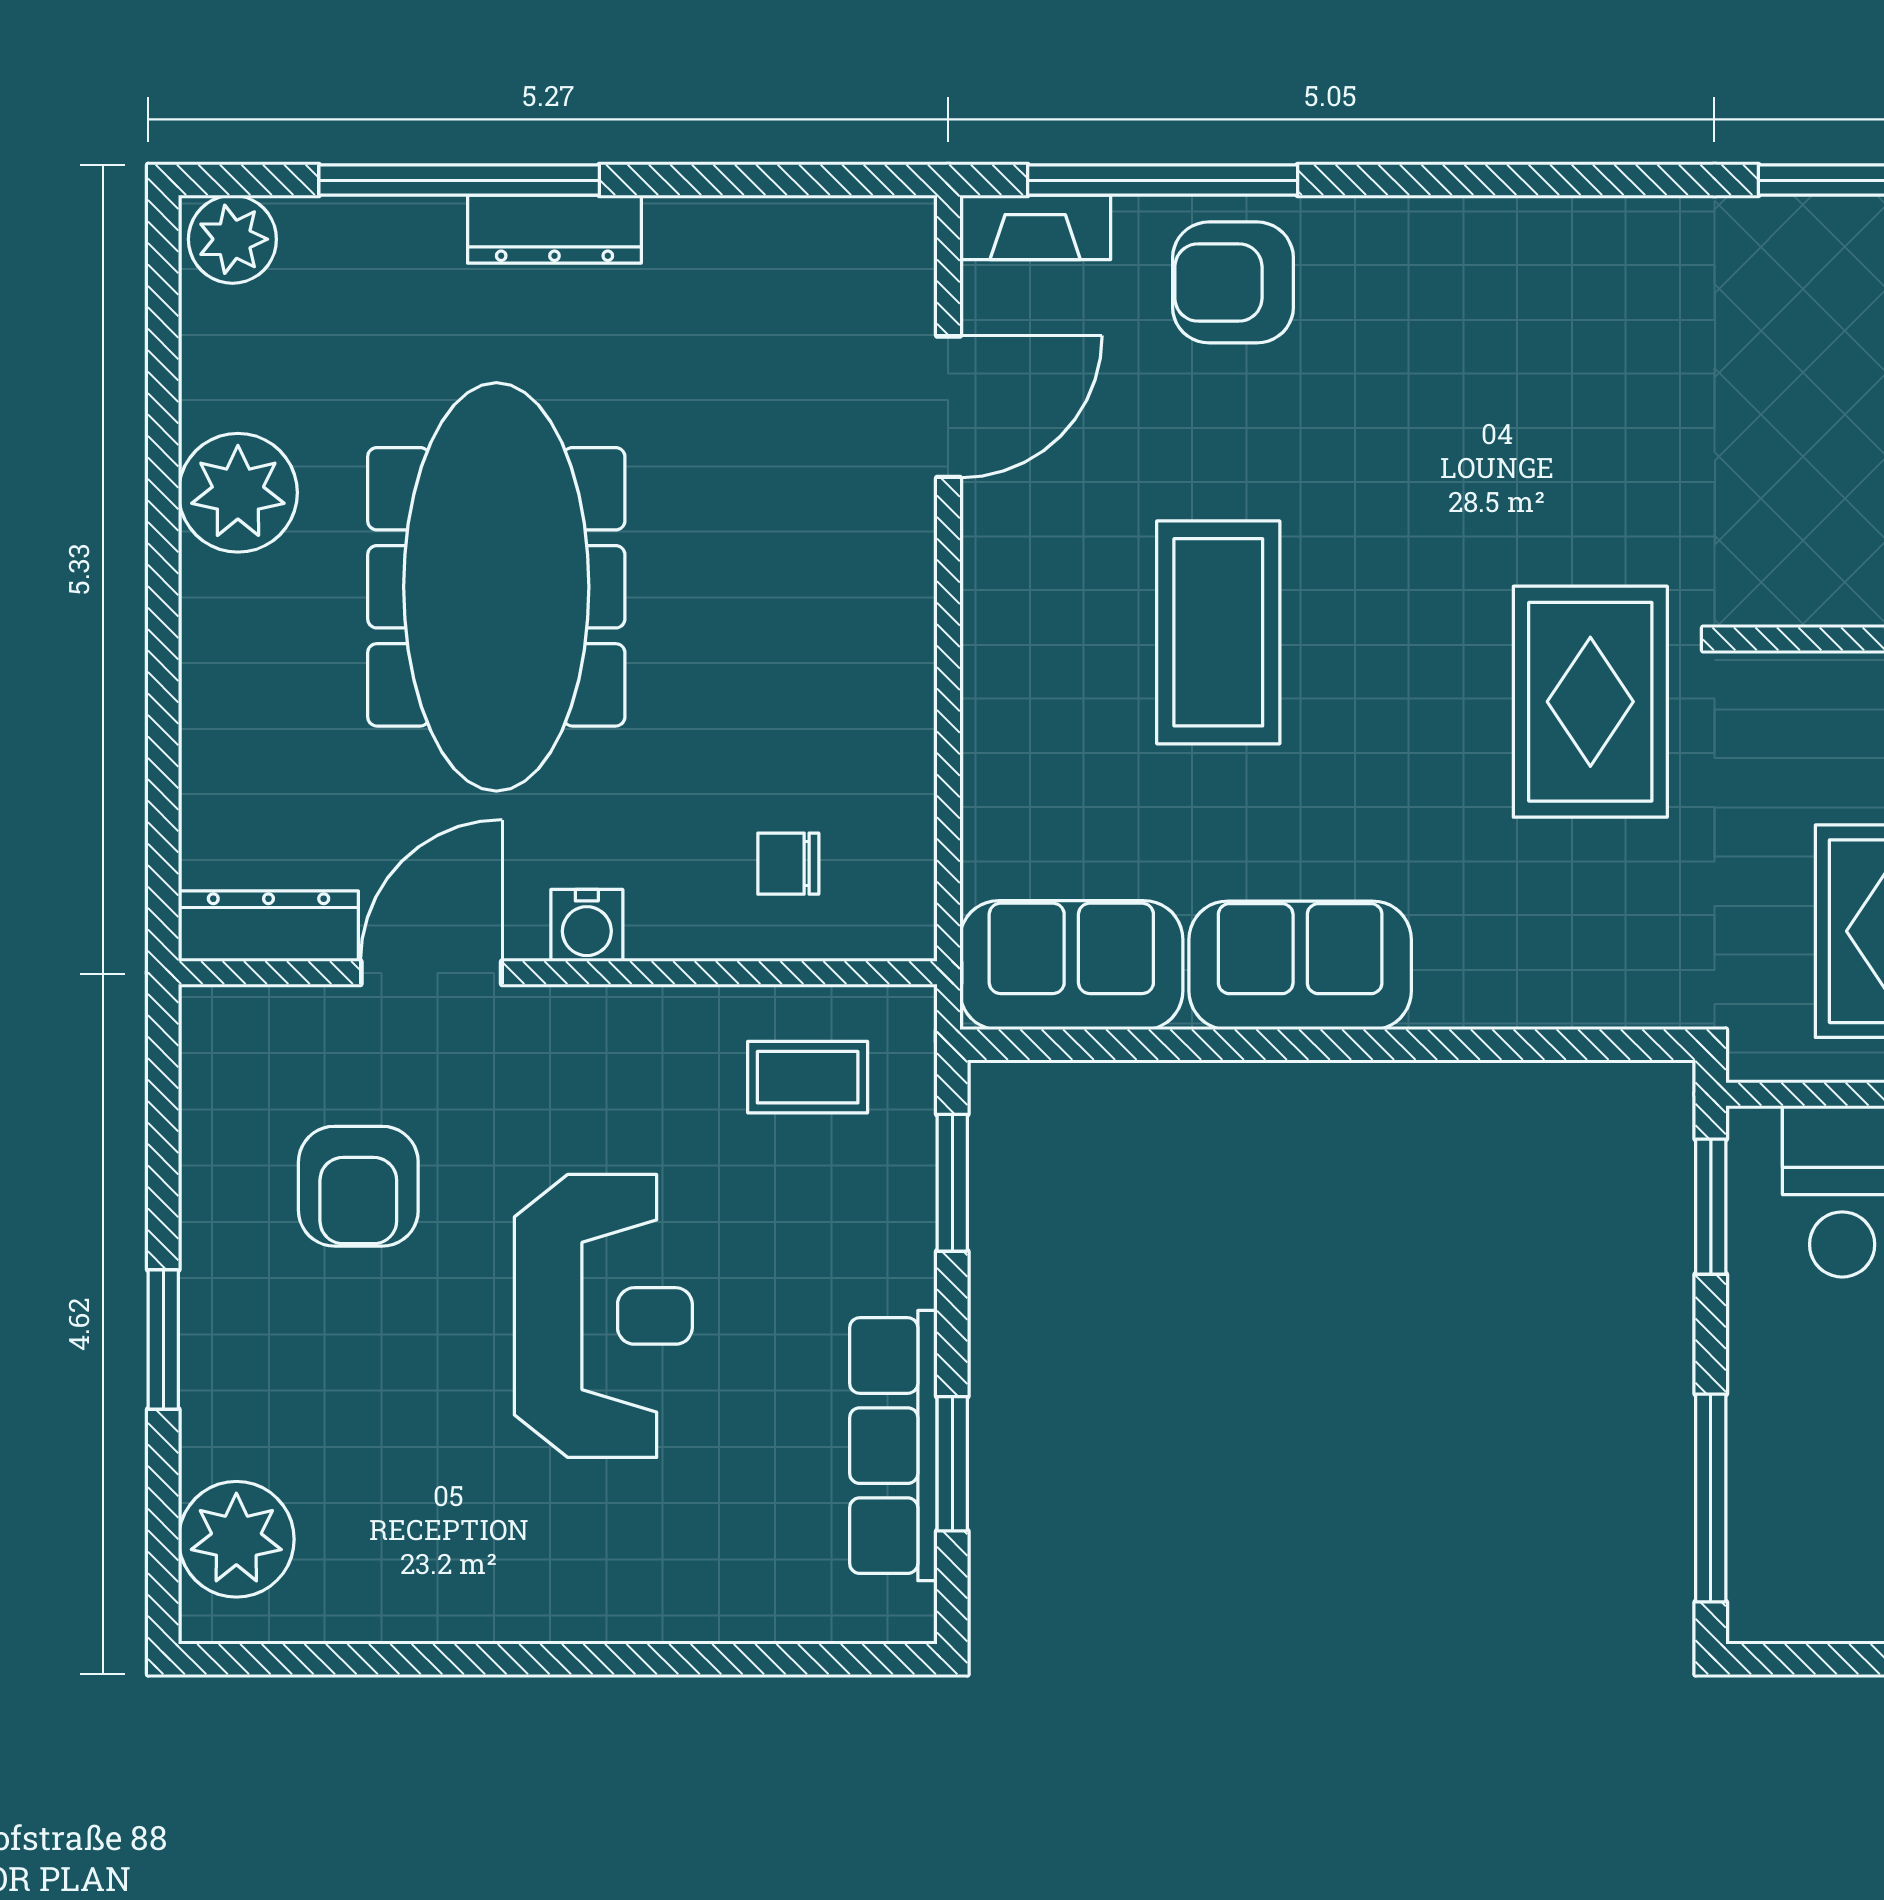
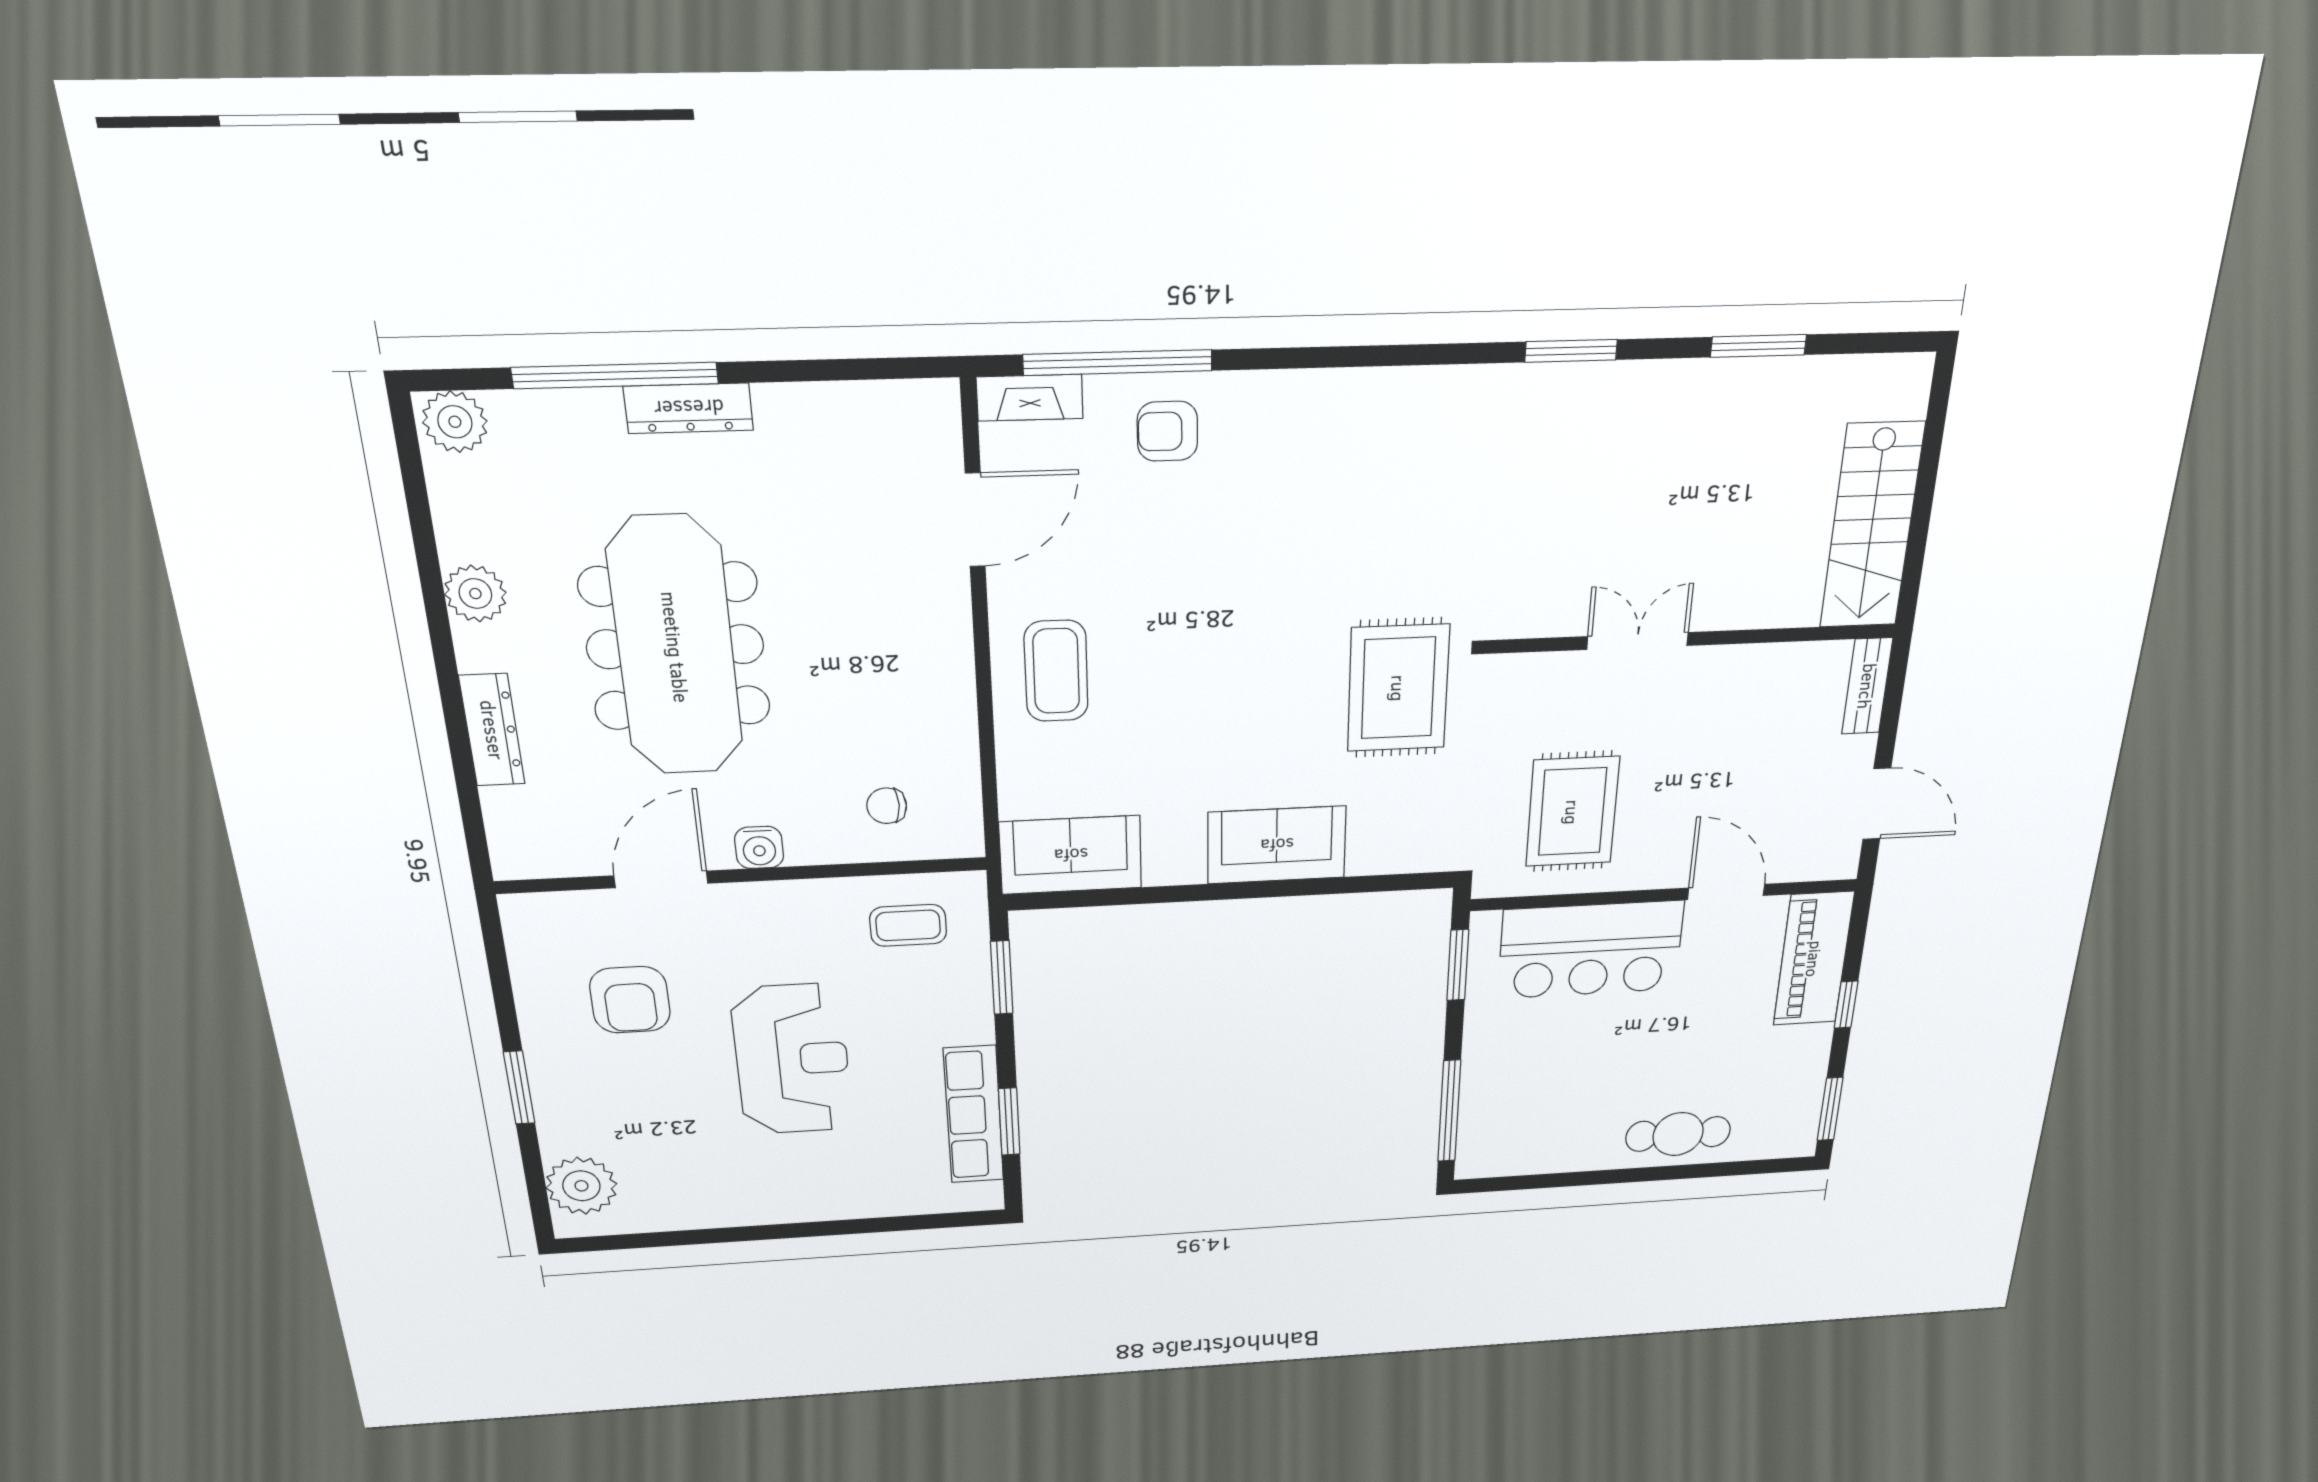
armchair: (1233, 282) -> (1167, 431), width x0.72, depth x0.72
plant: (238, 493) -> (475, 594), width x0.73, depth x0.73
coffee table: (1218, 632) -> (1056, 671), moved, width x0.73, depth x0.76
dresser: (268, 926) -> (492, 730), moved, turned 90
sofa: (1300, 965) -> (1277, 845), moved

